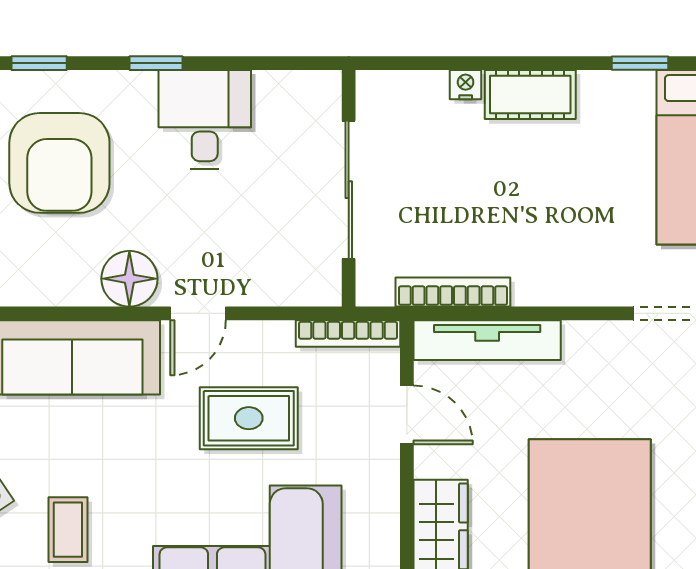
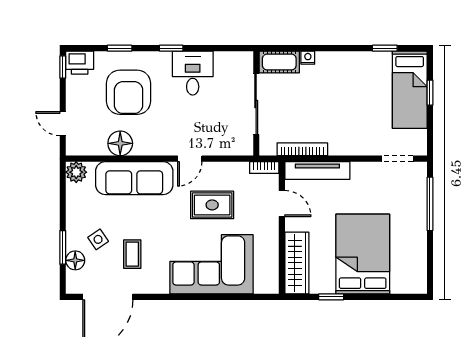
cot: (530, 94) -> (279, 62), moved
floor lamp: (129, 279) -> (120, 143), moved
bookcase: (348, 333) -> (264, 168), width x0.64

